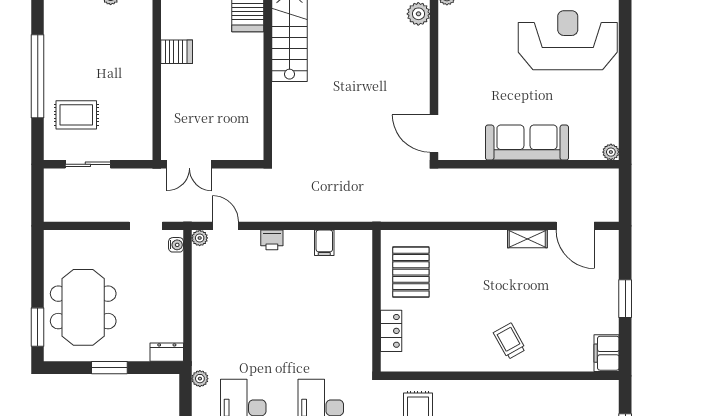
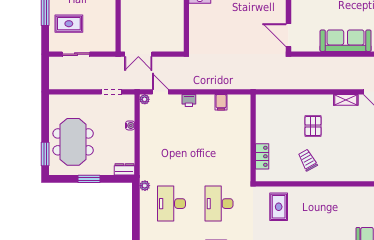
water cooler: (176, 245) -> (130, 125), moved
pallet: (411, 272) -> (313, 126), moved, width x0.67, depth x0.71
trolley: (510, 341) -> (308, 160), moved

